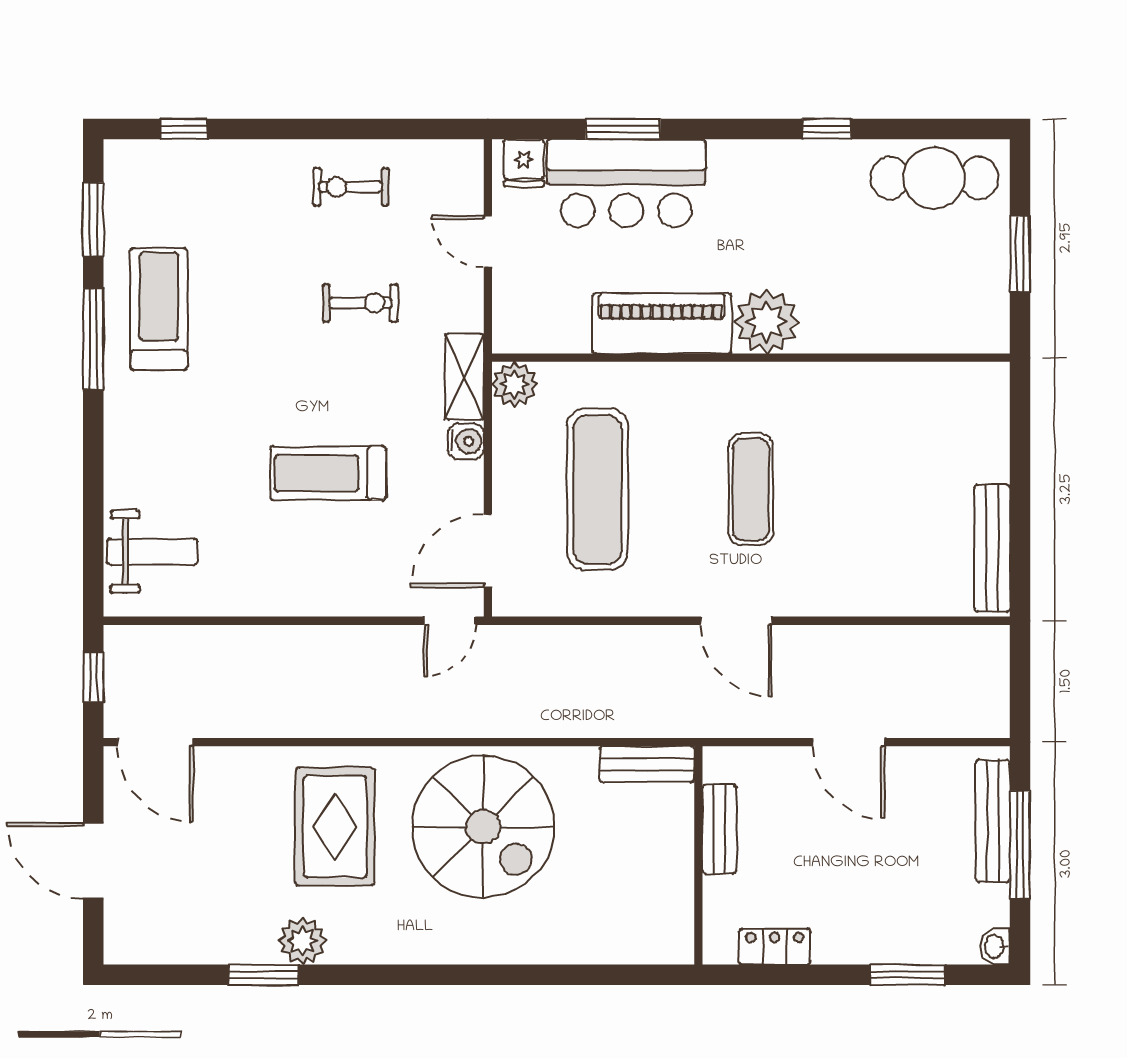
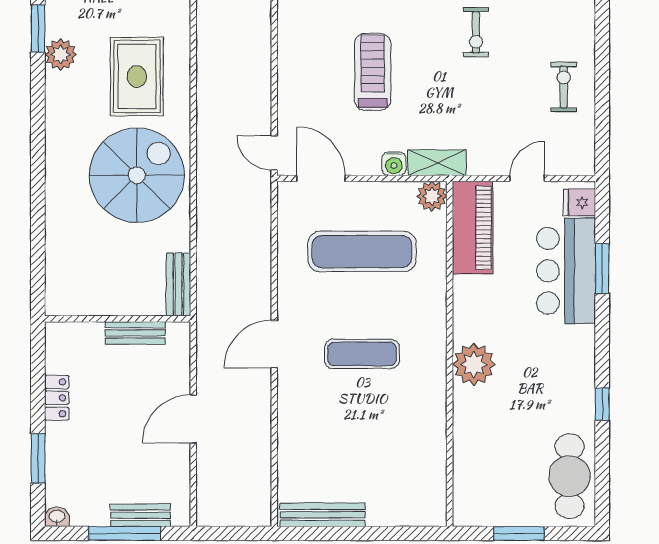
exercise bike: (361, 303) -> (476, 32), moved
piano: (662, 323) -> (473, 228), moved
bench: (993, 821) -> (141, 515), width x0.73
rug: (335, 827) -> (137, 76), turned 90
spiral stairs: (483, 827) -> (137, 175), turned 180
locker: (775, 947) -> (57, 398), moved

